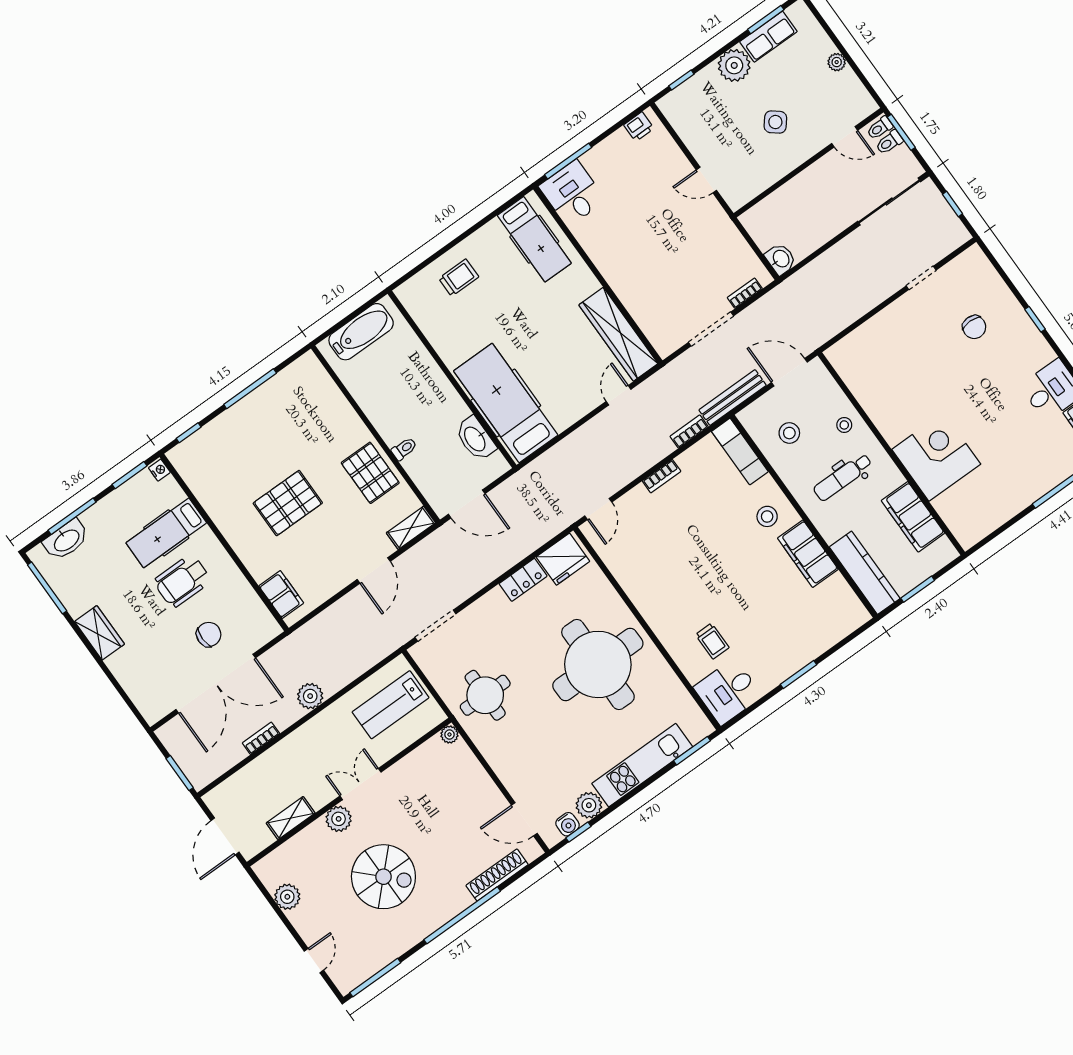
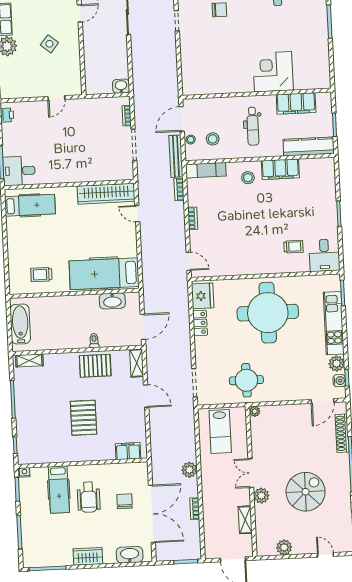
trolley: (459, 278) -> (41, 275), moved, turned -90
shelving: (319, 377) -> (29, 360), added
stool: (844, 425) -> (191, 140), moved
washbasin: (66, 540) -> (130, 555), moved, turned -90

